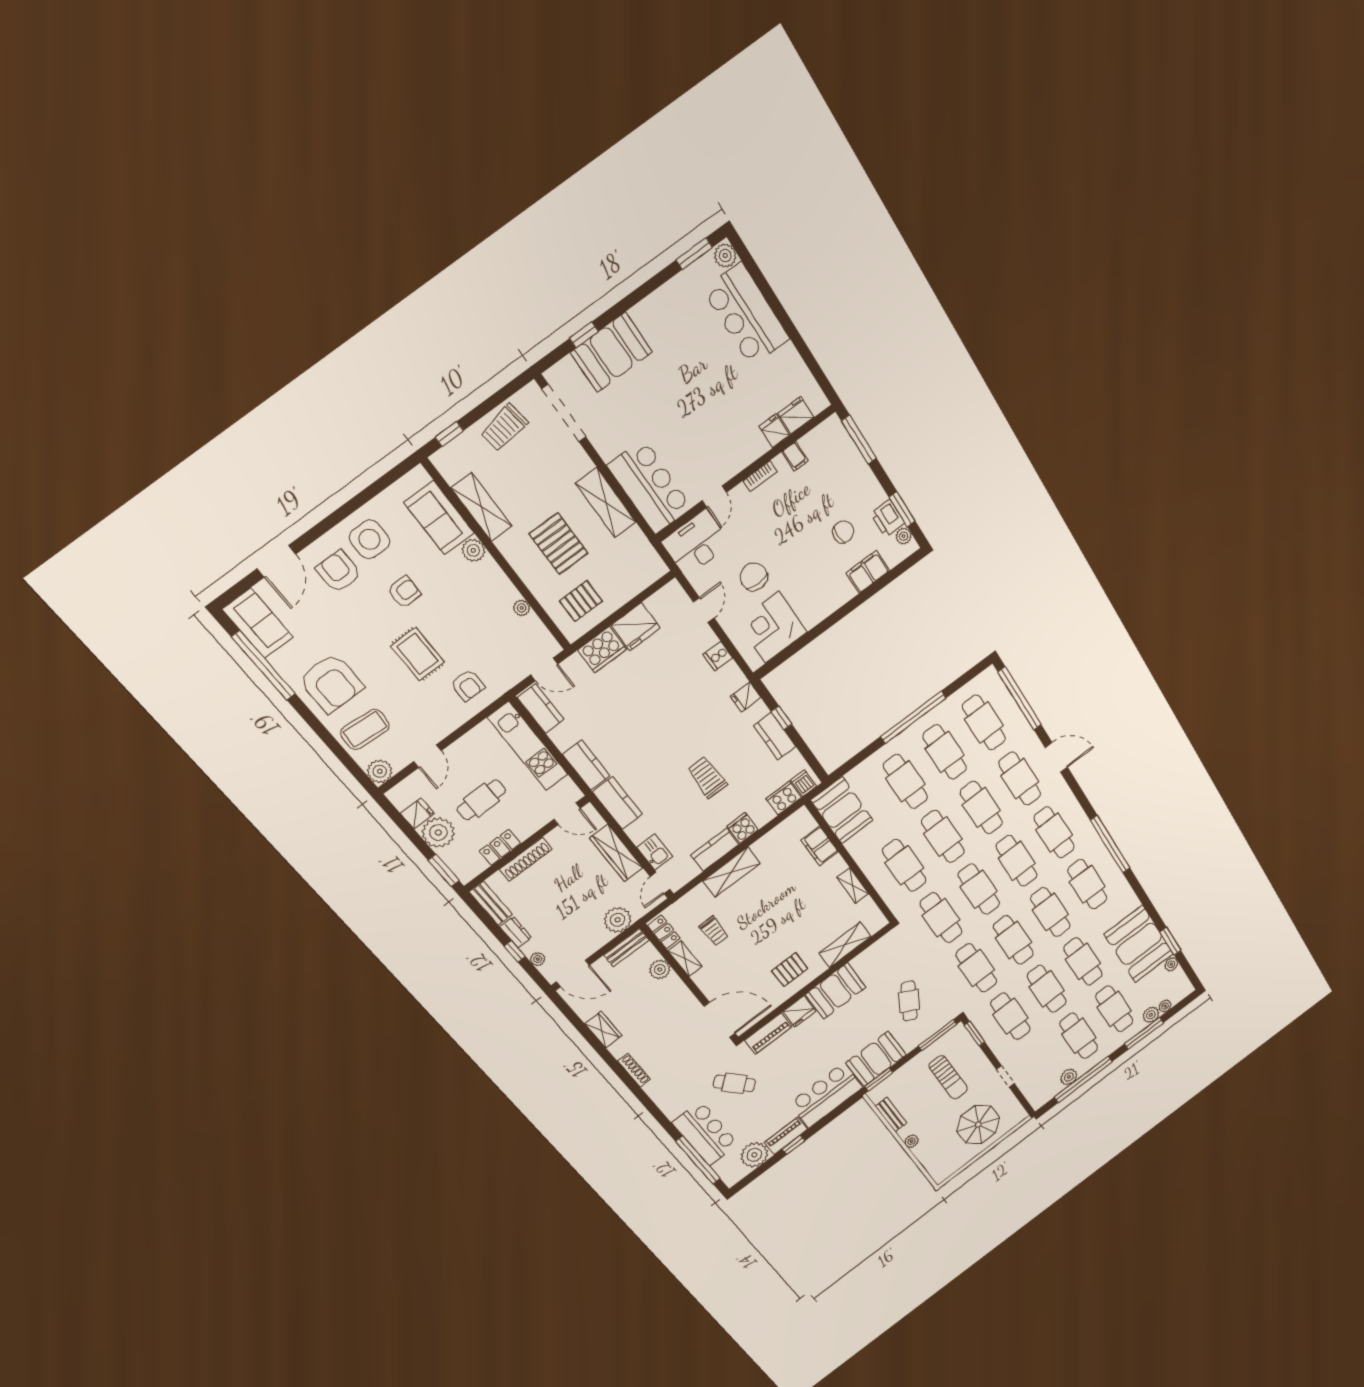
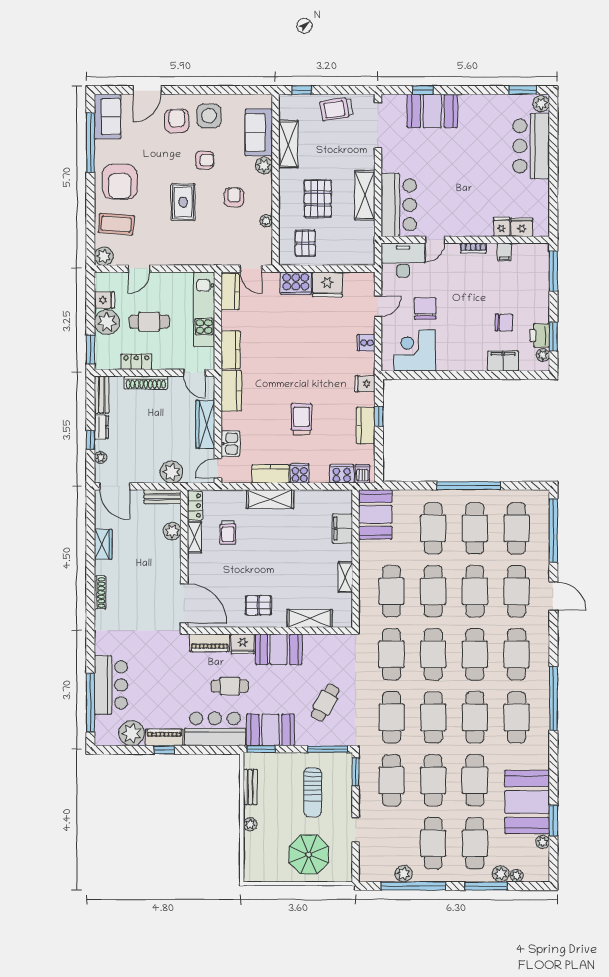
pallet: (581, 601) -> (305, 243), turned 90
armchair: (468, 685) -> (234, 197), moved, turned 180
cafe table: (734, 1083) -> (230, 686), moved, turned -49

